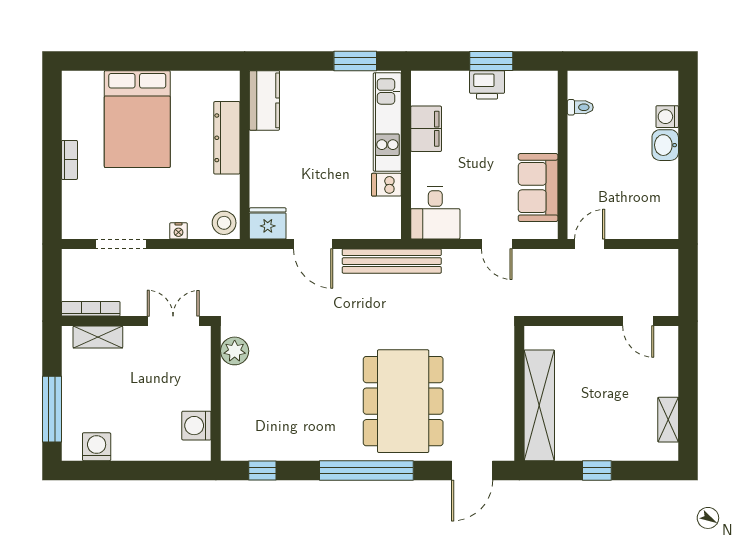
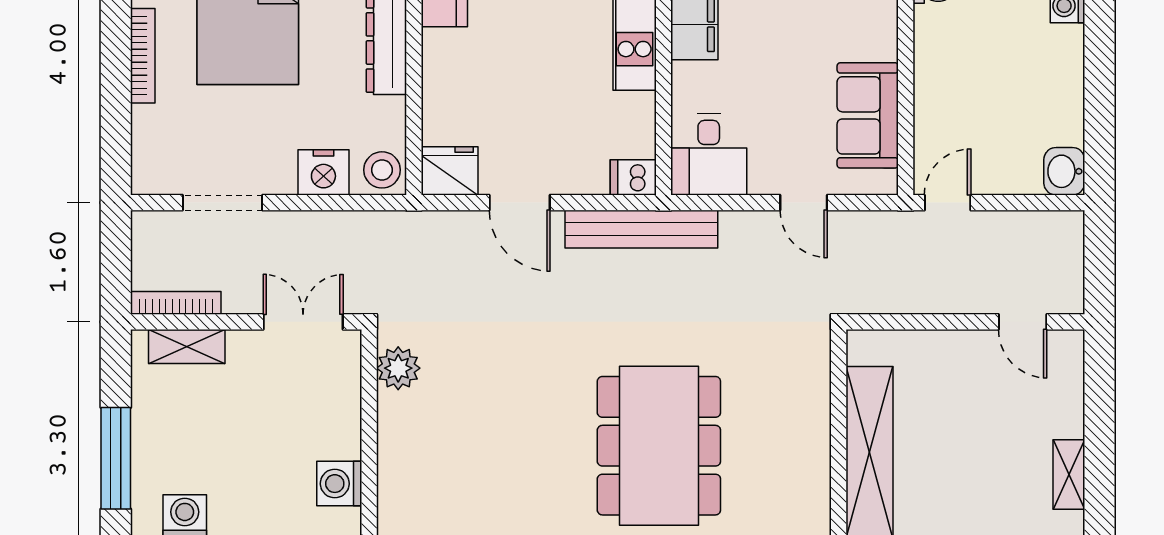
washbasin: (665, 145) -> (1064, 171), moved
bookcase: (69, 160) -> (143, 56), width x1.56
dishwasher: (386, 185) -> (633, 177), moved
nightstand: (178, 231) -> (323, 172), width x1.89, depth x1.79

